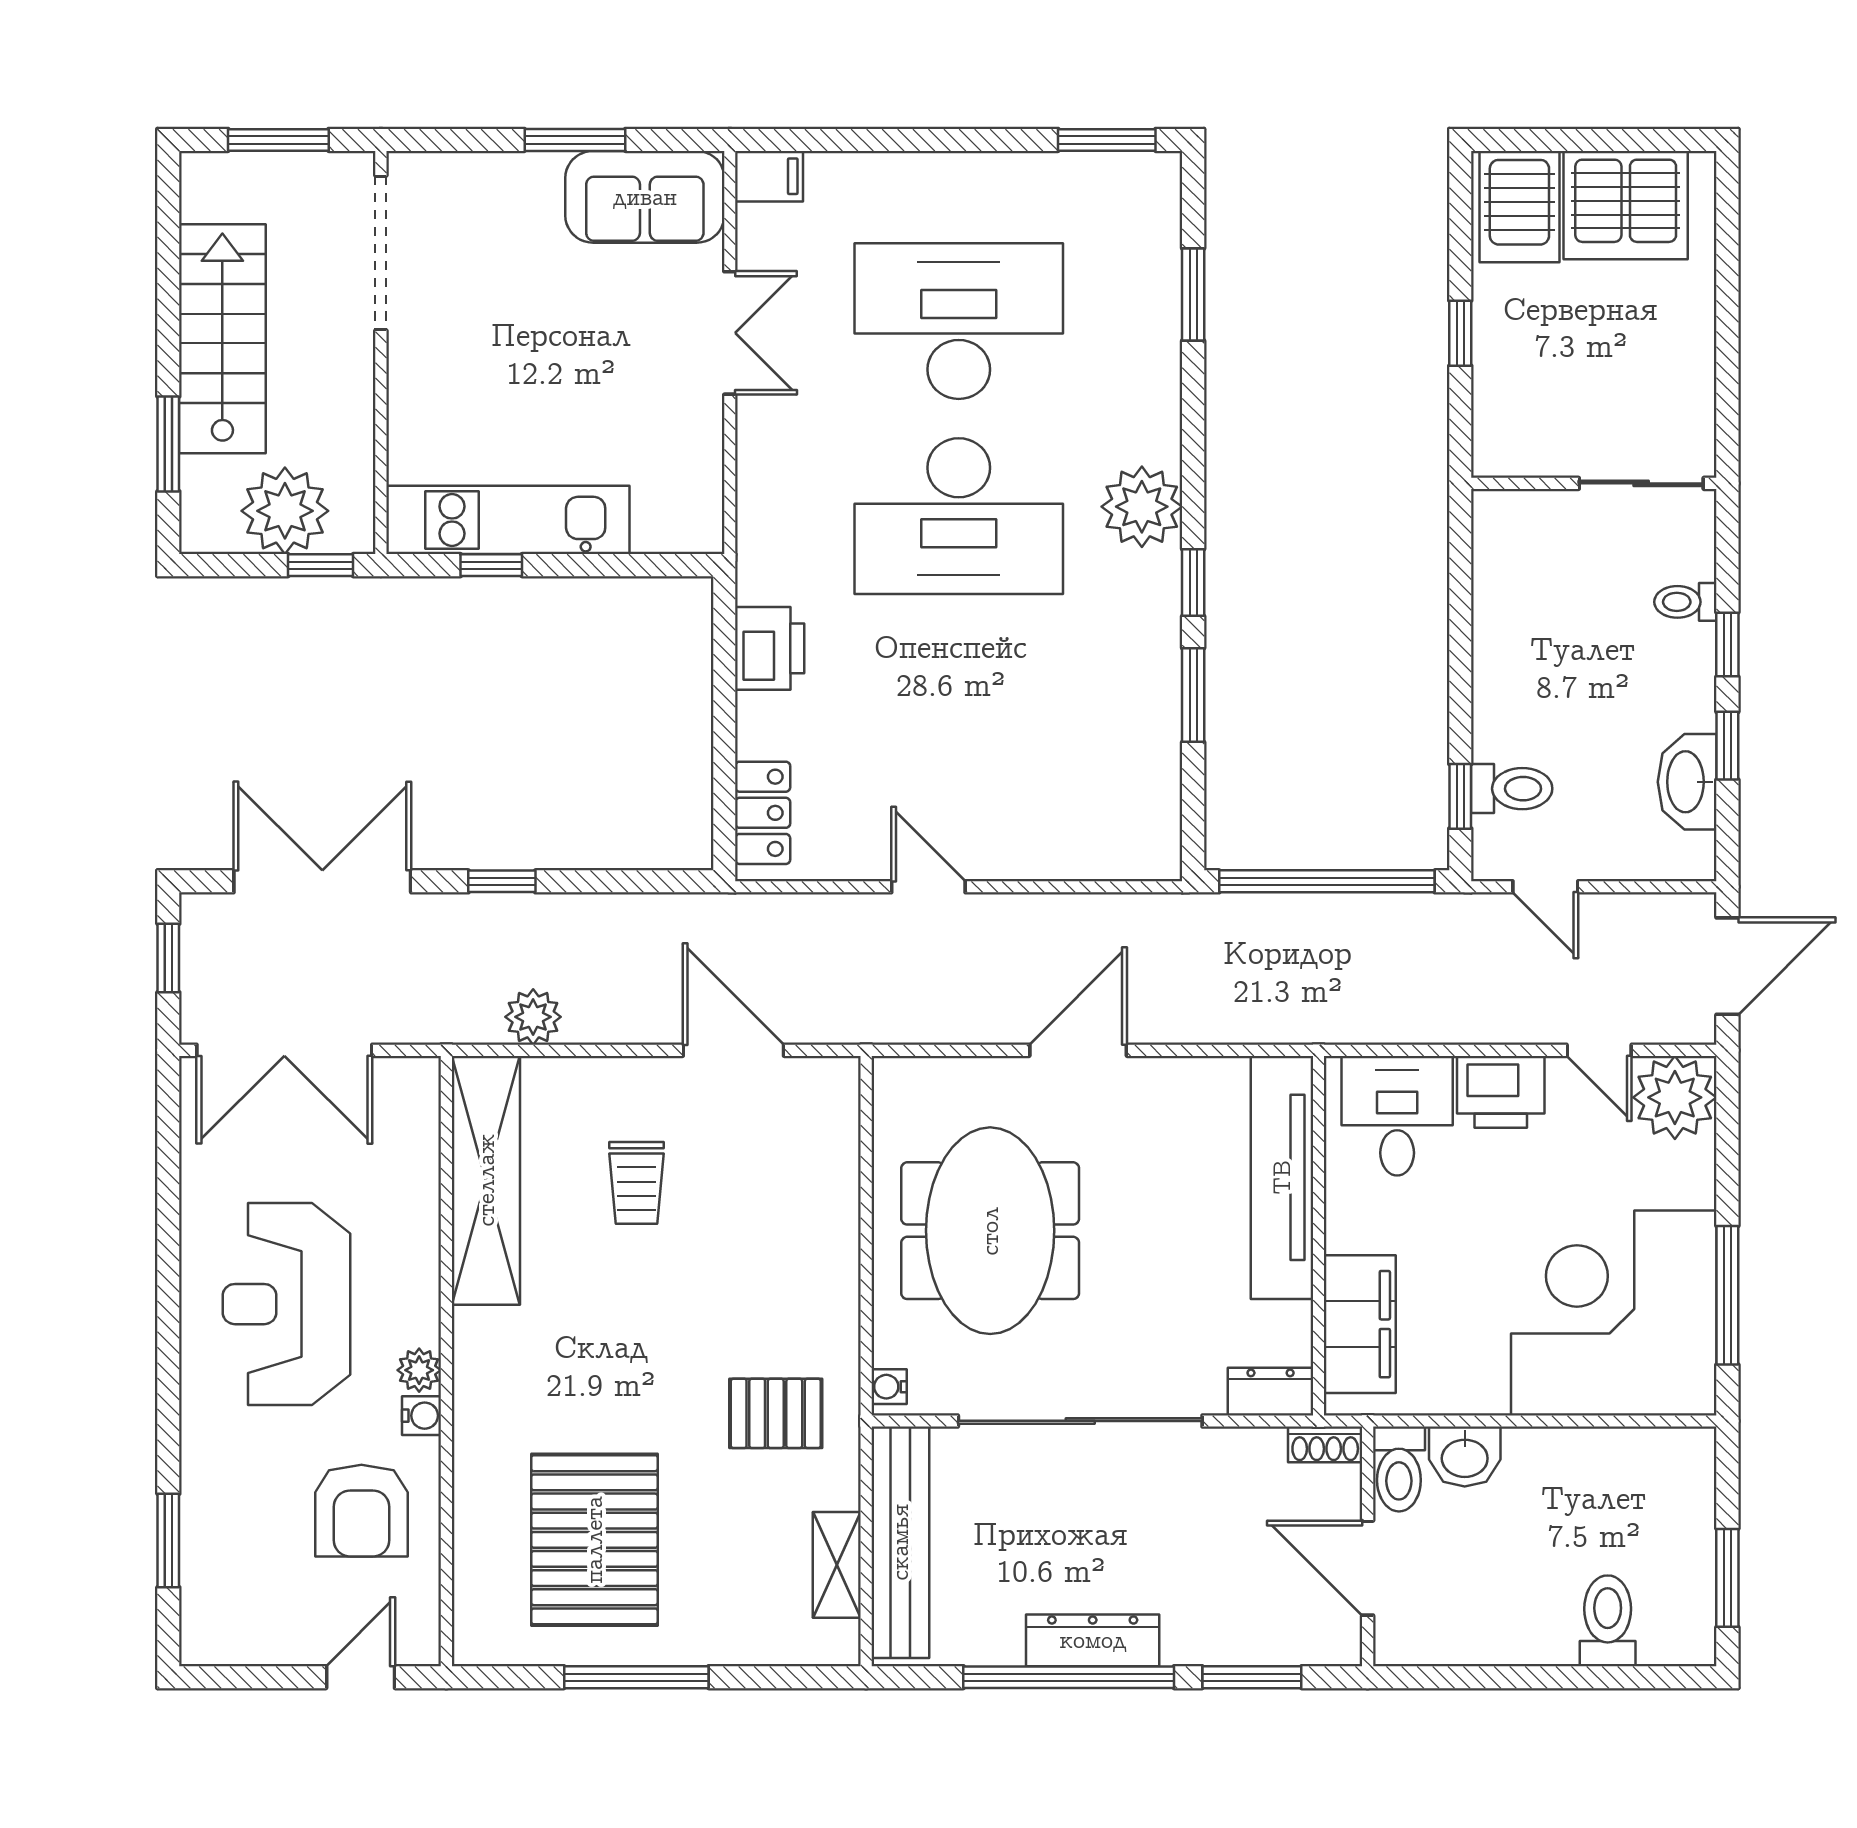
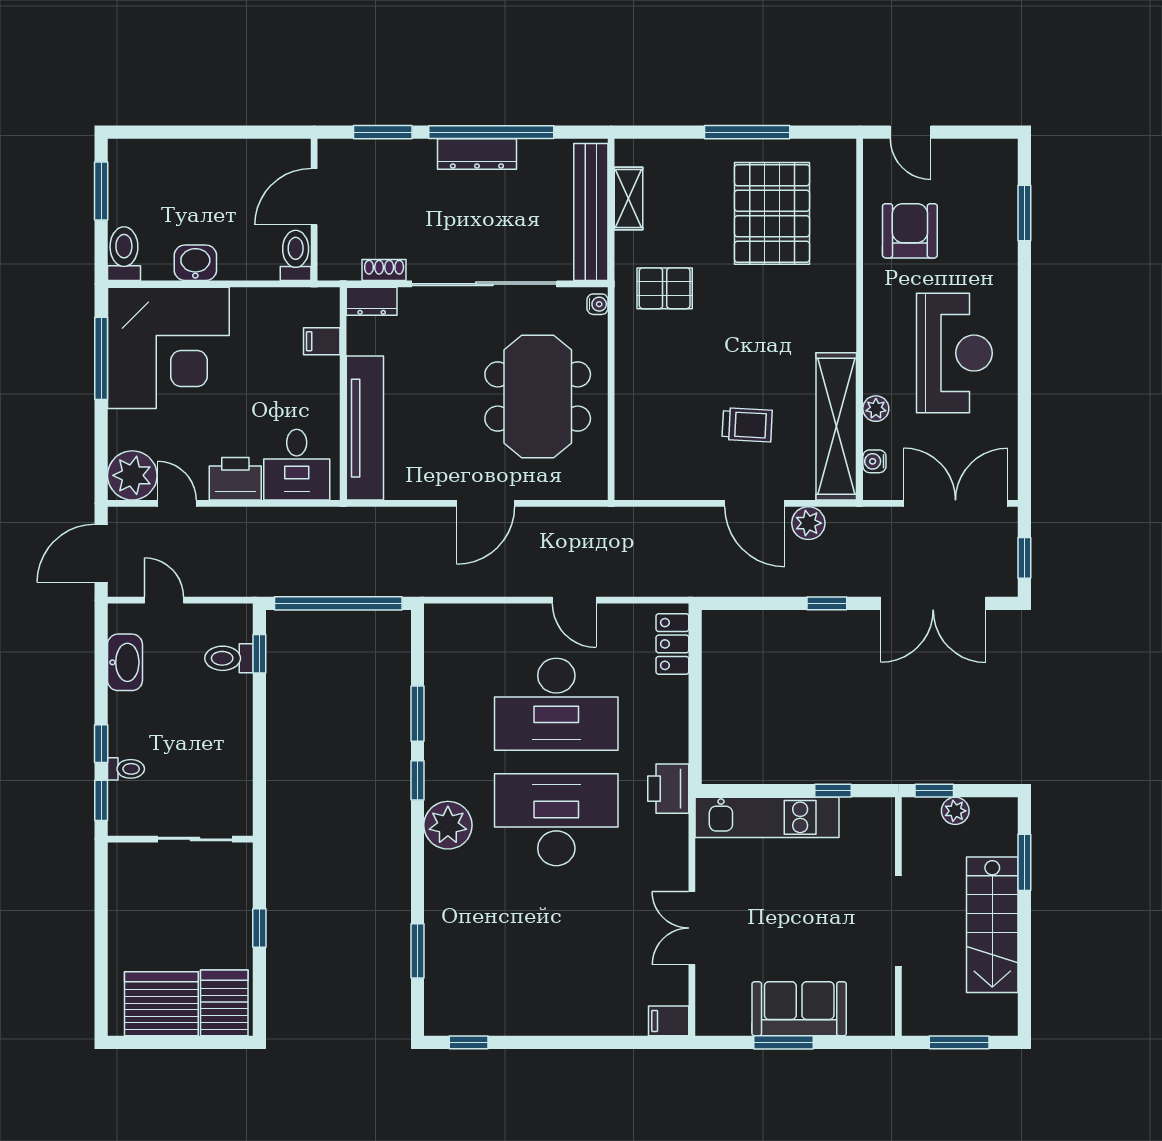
window: (1107, 140) -> (469, 1042), width x0.67
sofa: (645, 197) -> (799, 1009), moved
doorway: (381, 253) -> (898, 921), moved
desk: (959, 321) -> (556, 704), moved
sliding door: (1641, 483) -> (195, 839), moved
plant: (285, 511) -> (955, 811), width x0.53, depth x0.53
kitchen unit: (508, 520) -> (767, 817), moved
printer: (770, 648) -> (668, 789), moved
window: (1727, 746) -> (101, 800), moved
door: (1545, 887) -> (164, 600), moved
door: (733, 1050) -> (755, 503), moved
trolley: (636, 1183) -> (747, 425), turned 93
filing cabinet: (1360, 1324) -> (322, 341), width x0.33, depth x0.86
plant: (419, 1370) -> (876, 409), moved
water cooler: (421, 1416) -> (874, 461), moved
shoe rack: (1325, 1444) -> (384, 270), moved
washbasin: (1465, 1457) -> (195, 263), moved
door: (1368, 1568) -> (314, 197), swing flipped
toilet: (1608, 1621) -> (124, 254), moved, turned 180
door: (361, 1677) -> (910, 132), hinge flipped

